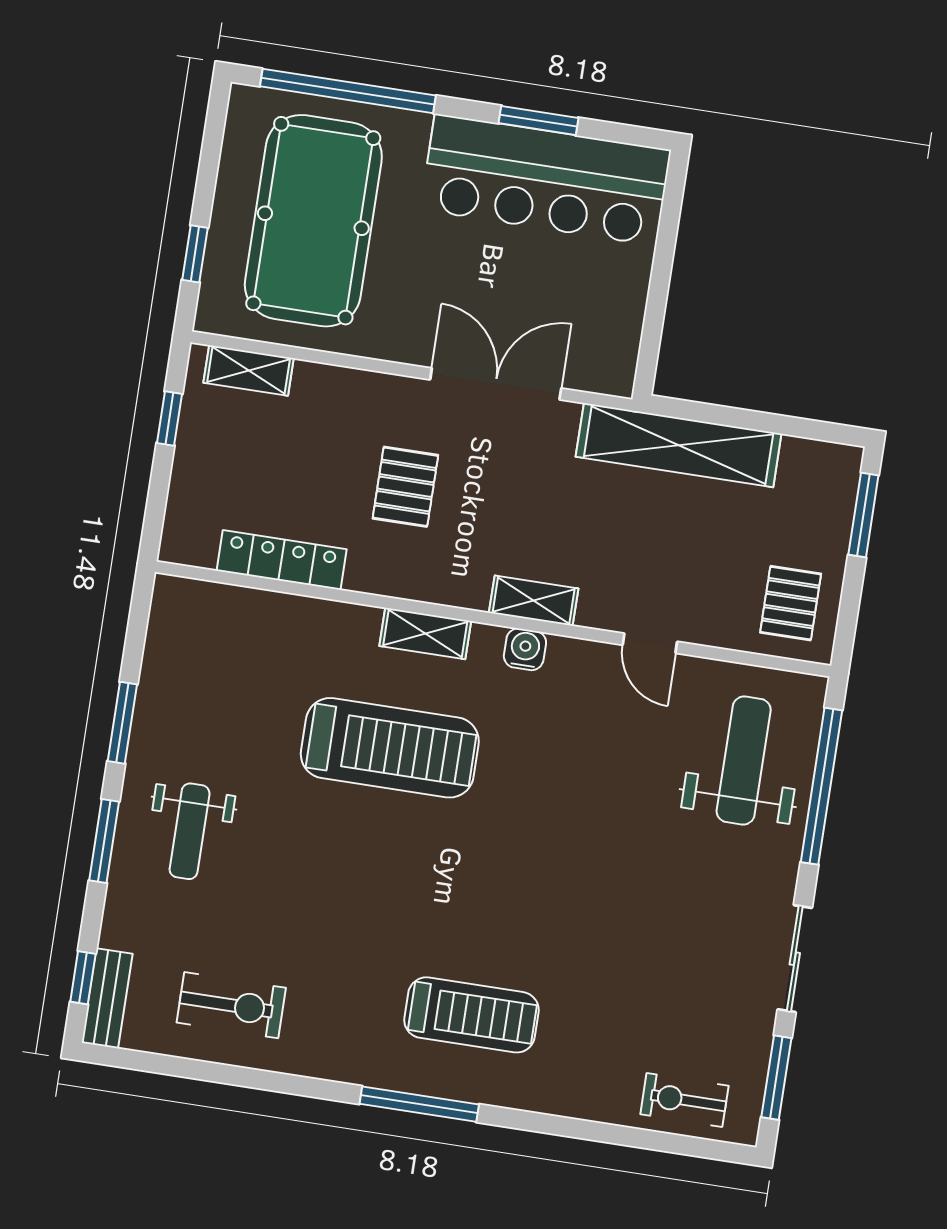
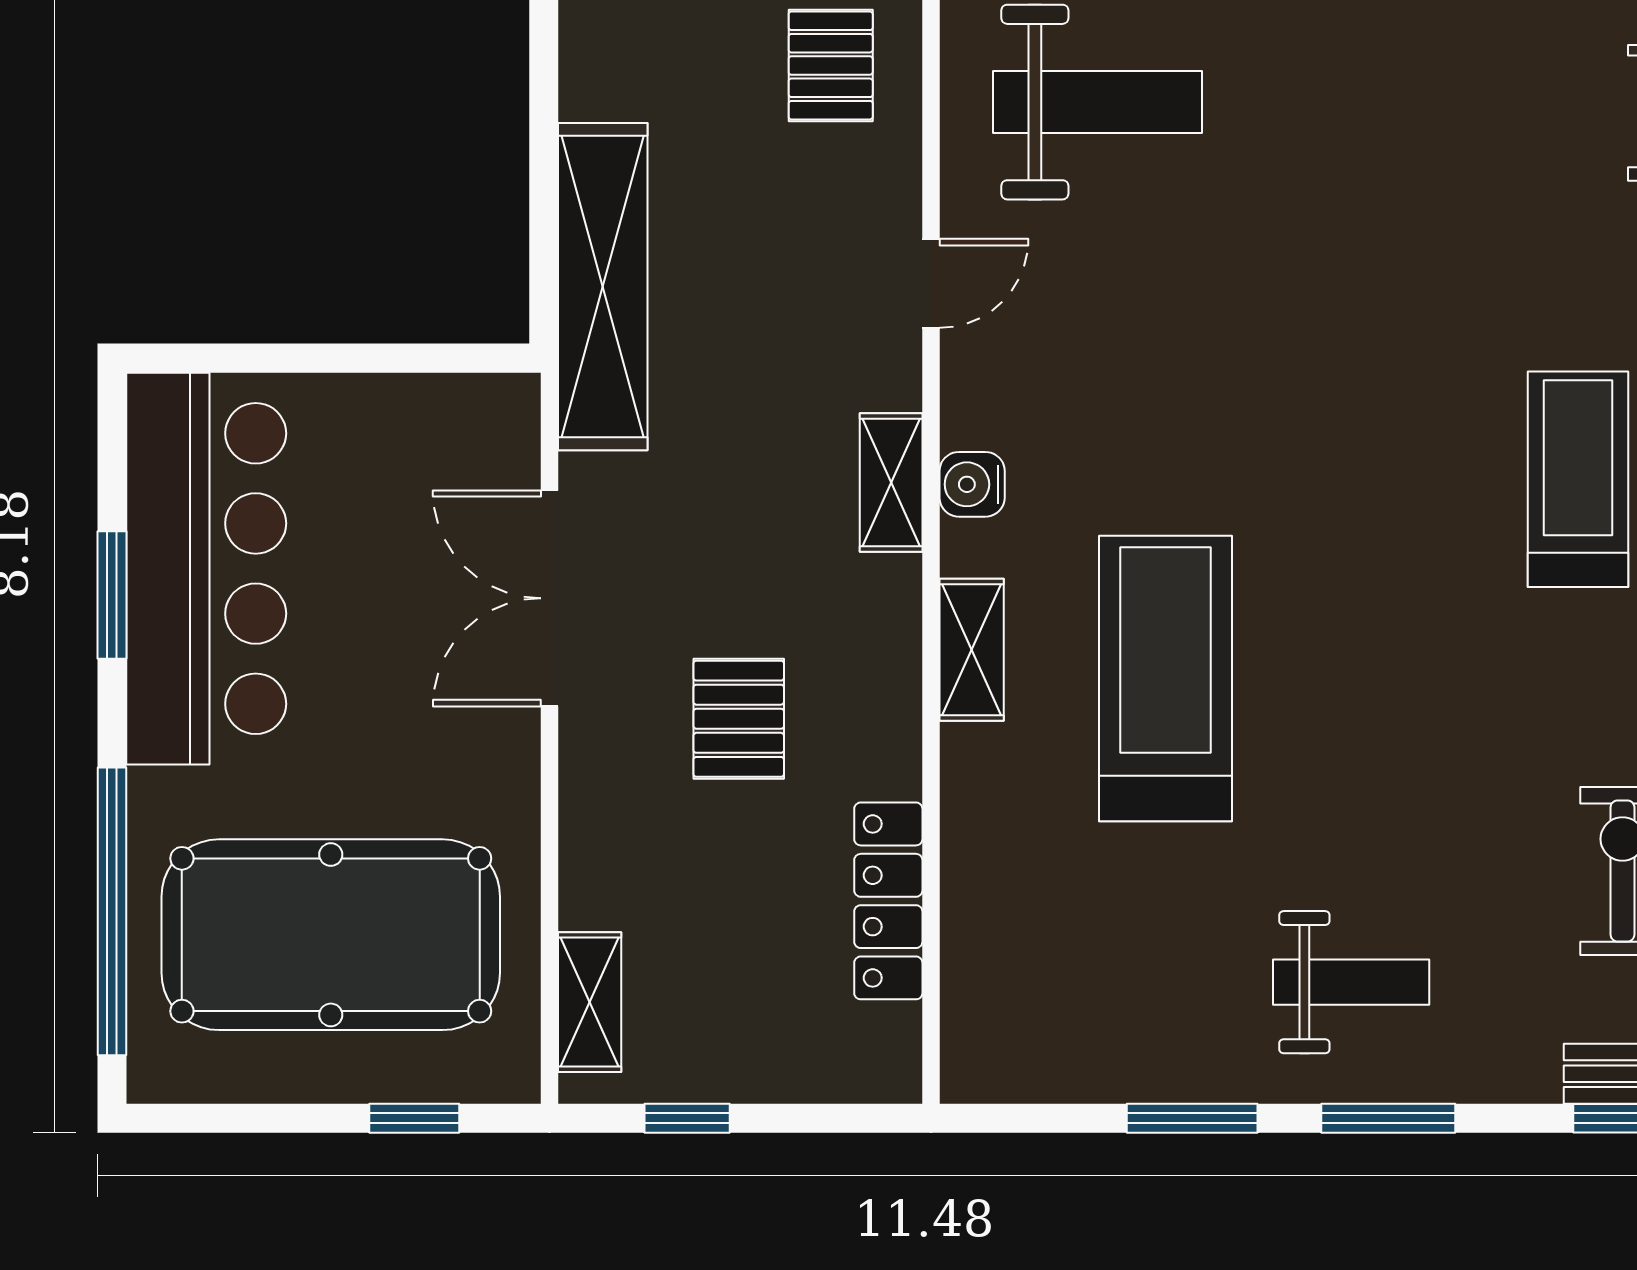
pallet: (405, 487) -> (739, 719), turned 90
pallet: (791, 603) -> (831, 66), turned 90
weight bench: (744, 761) -> (1097, 102), turned 180

